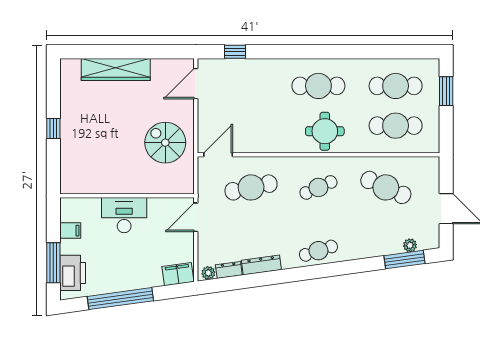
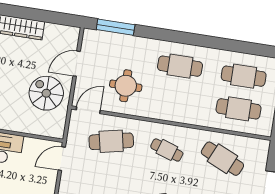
window: (235, 52) -> (116, 27), width x2.17
door: (196, 84) -> (77, 64), moved
round table: (325, 131) -> (126, 86), moved
cafe table: (318, 187) -> (167, 150), turned 42

